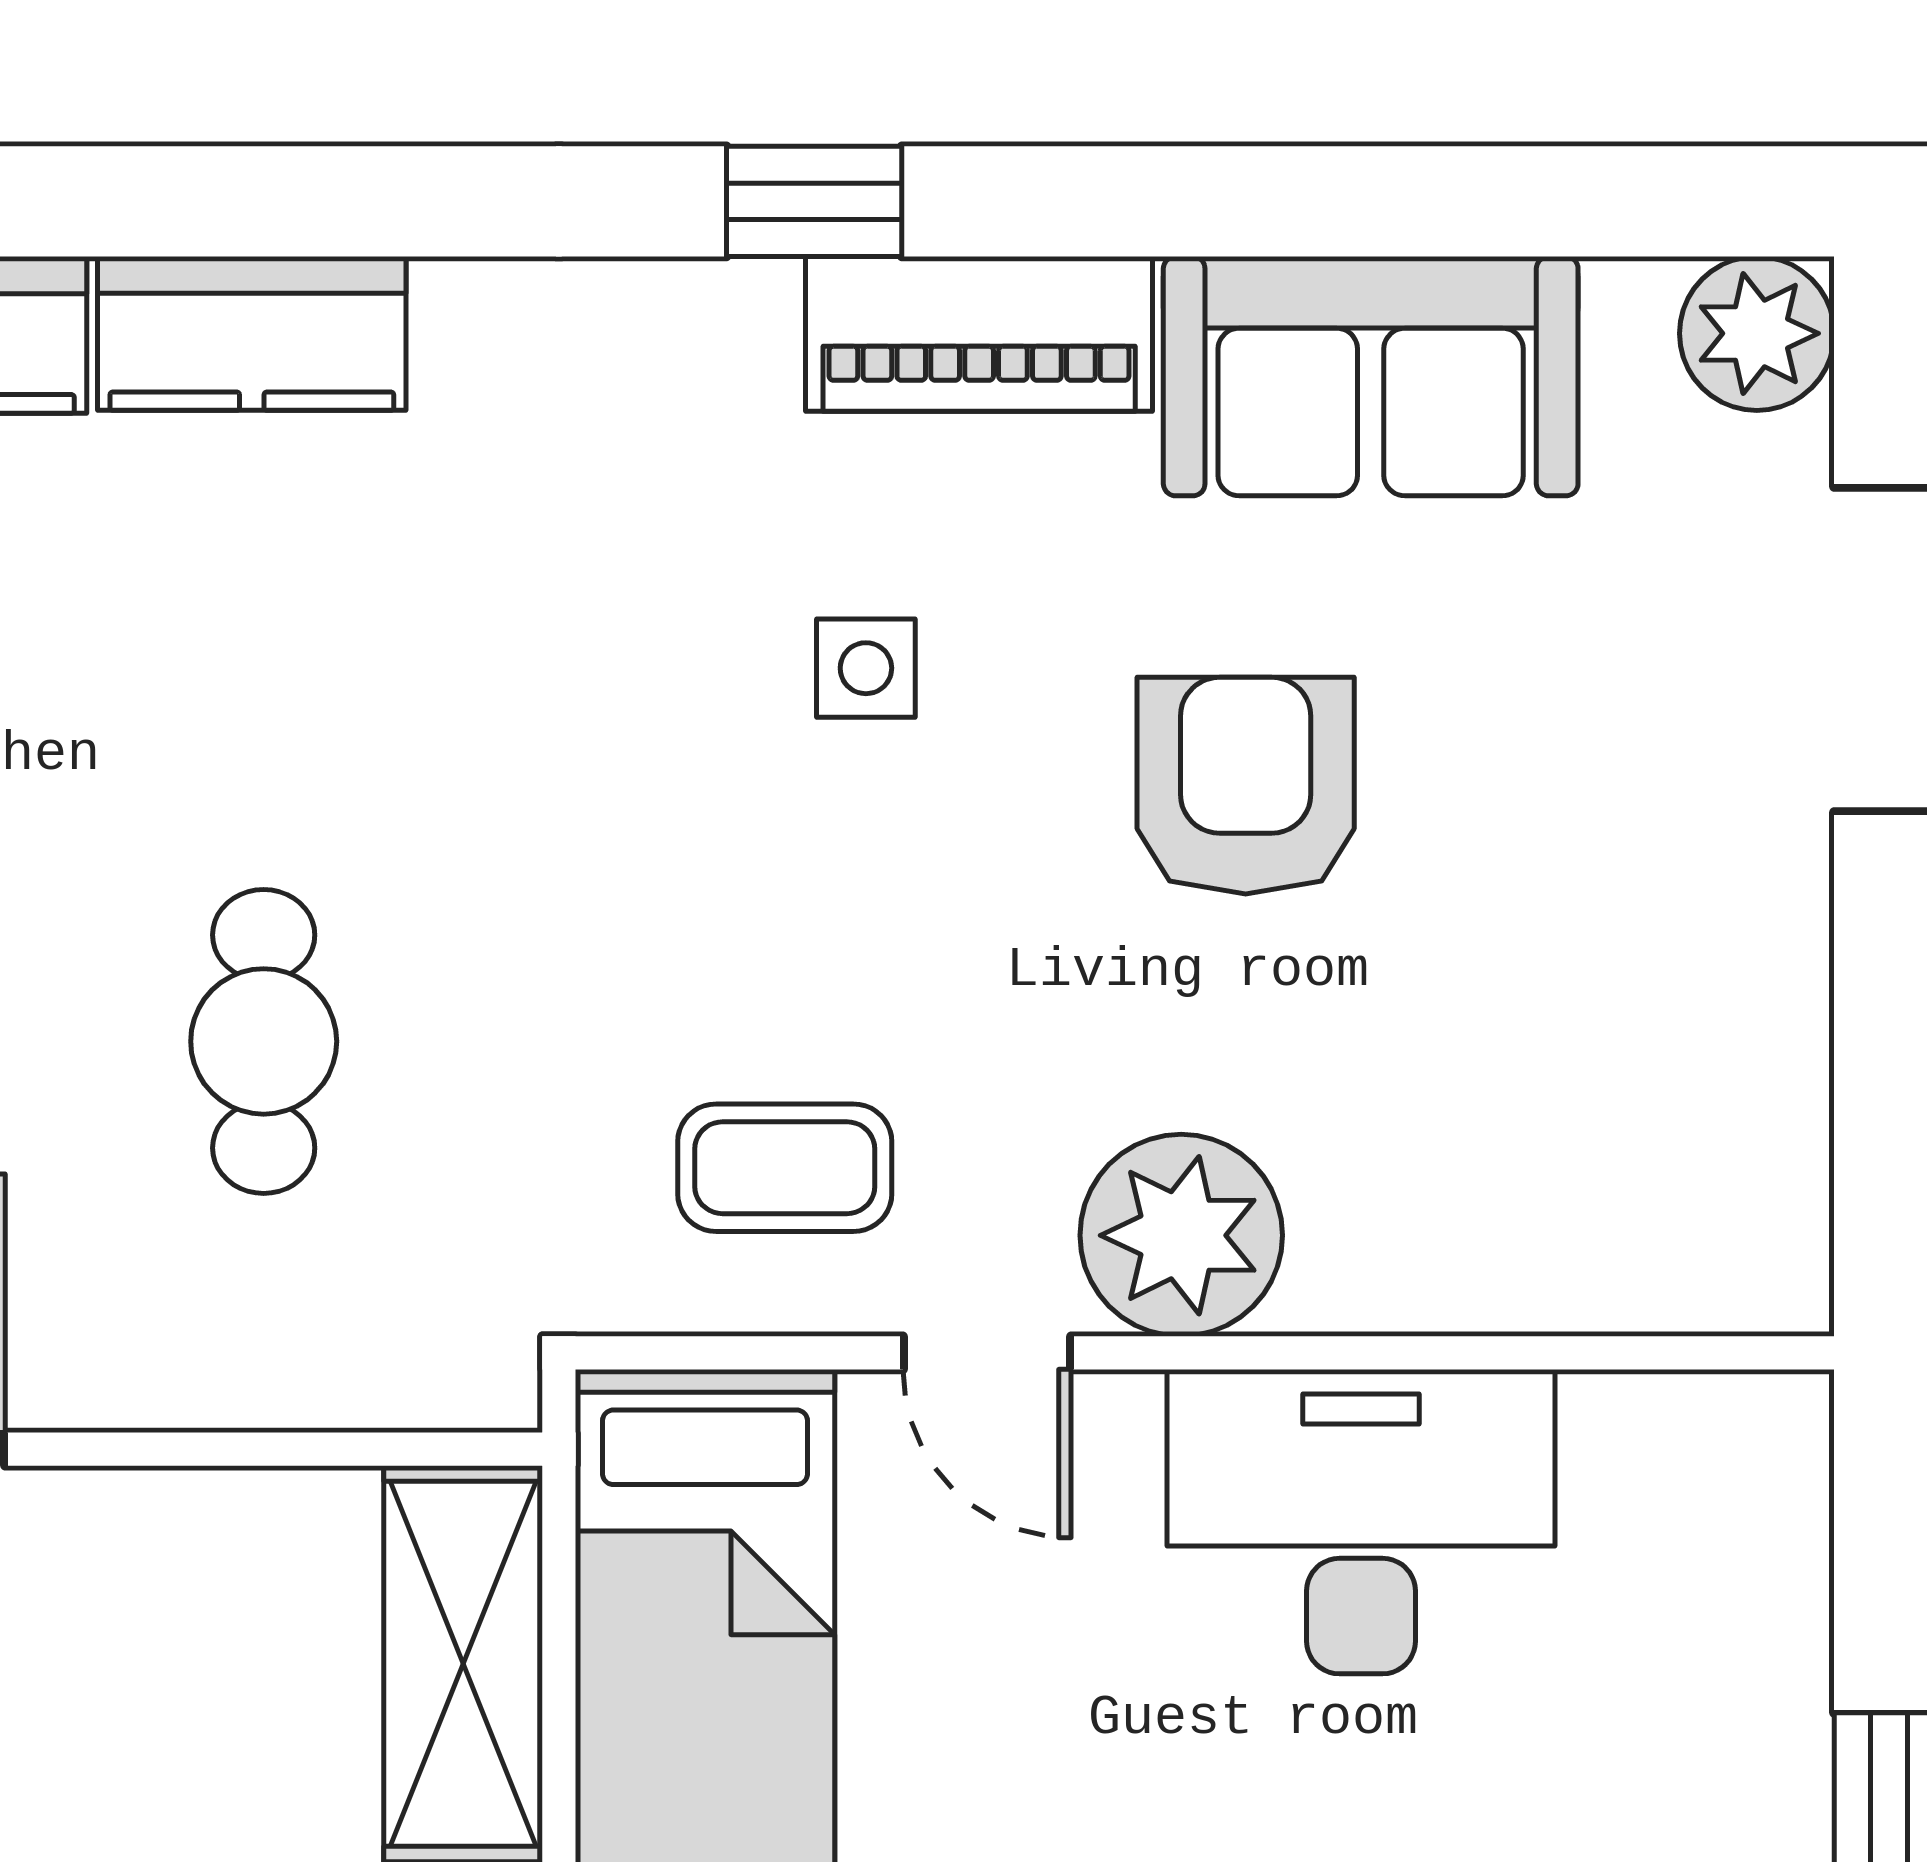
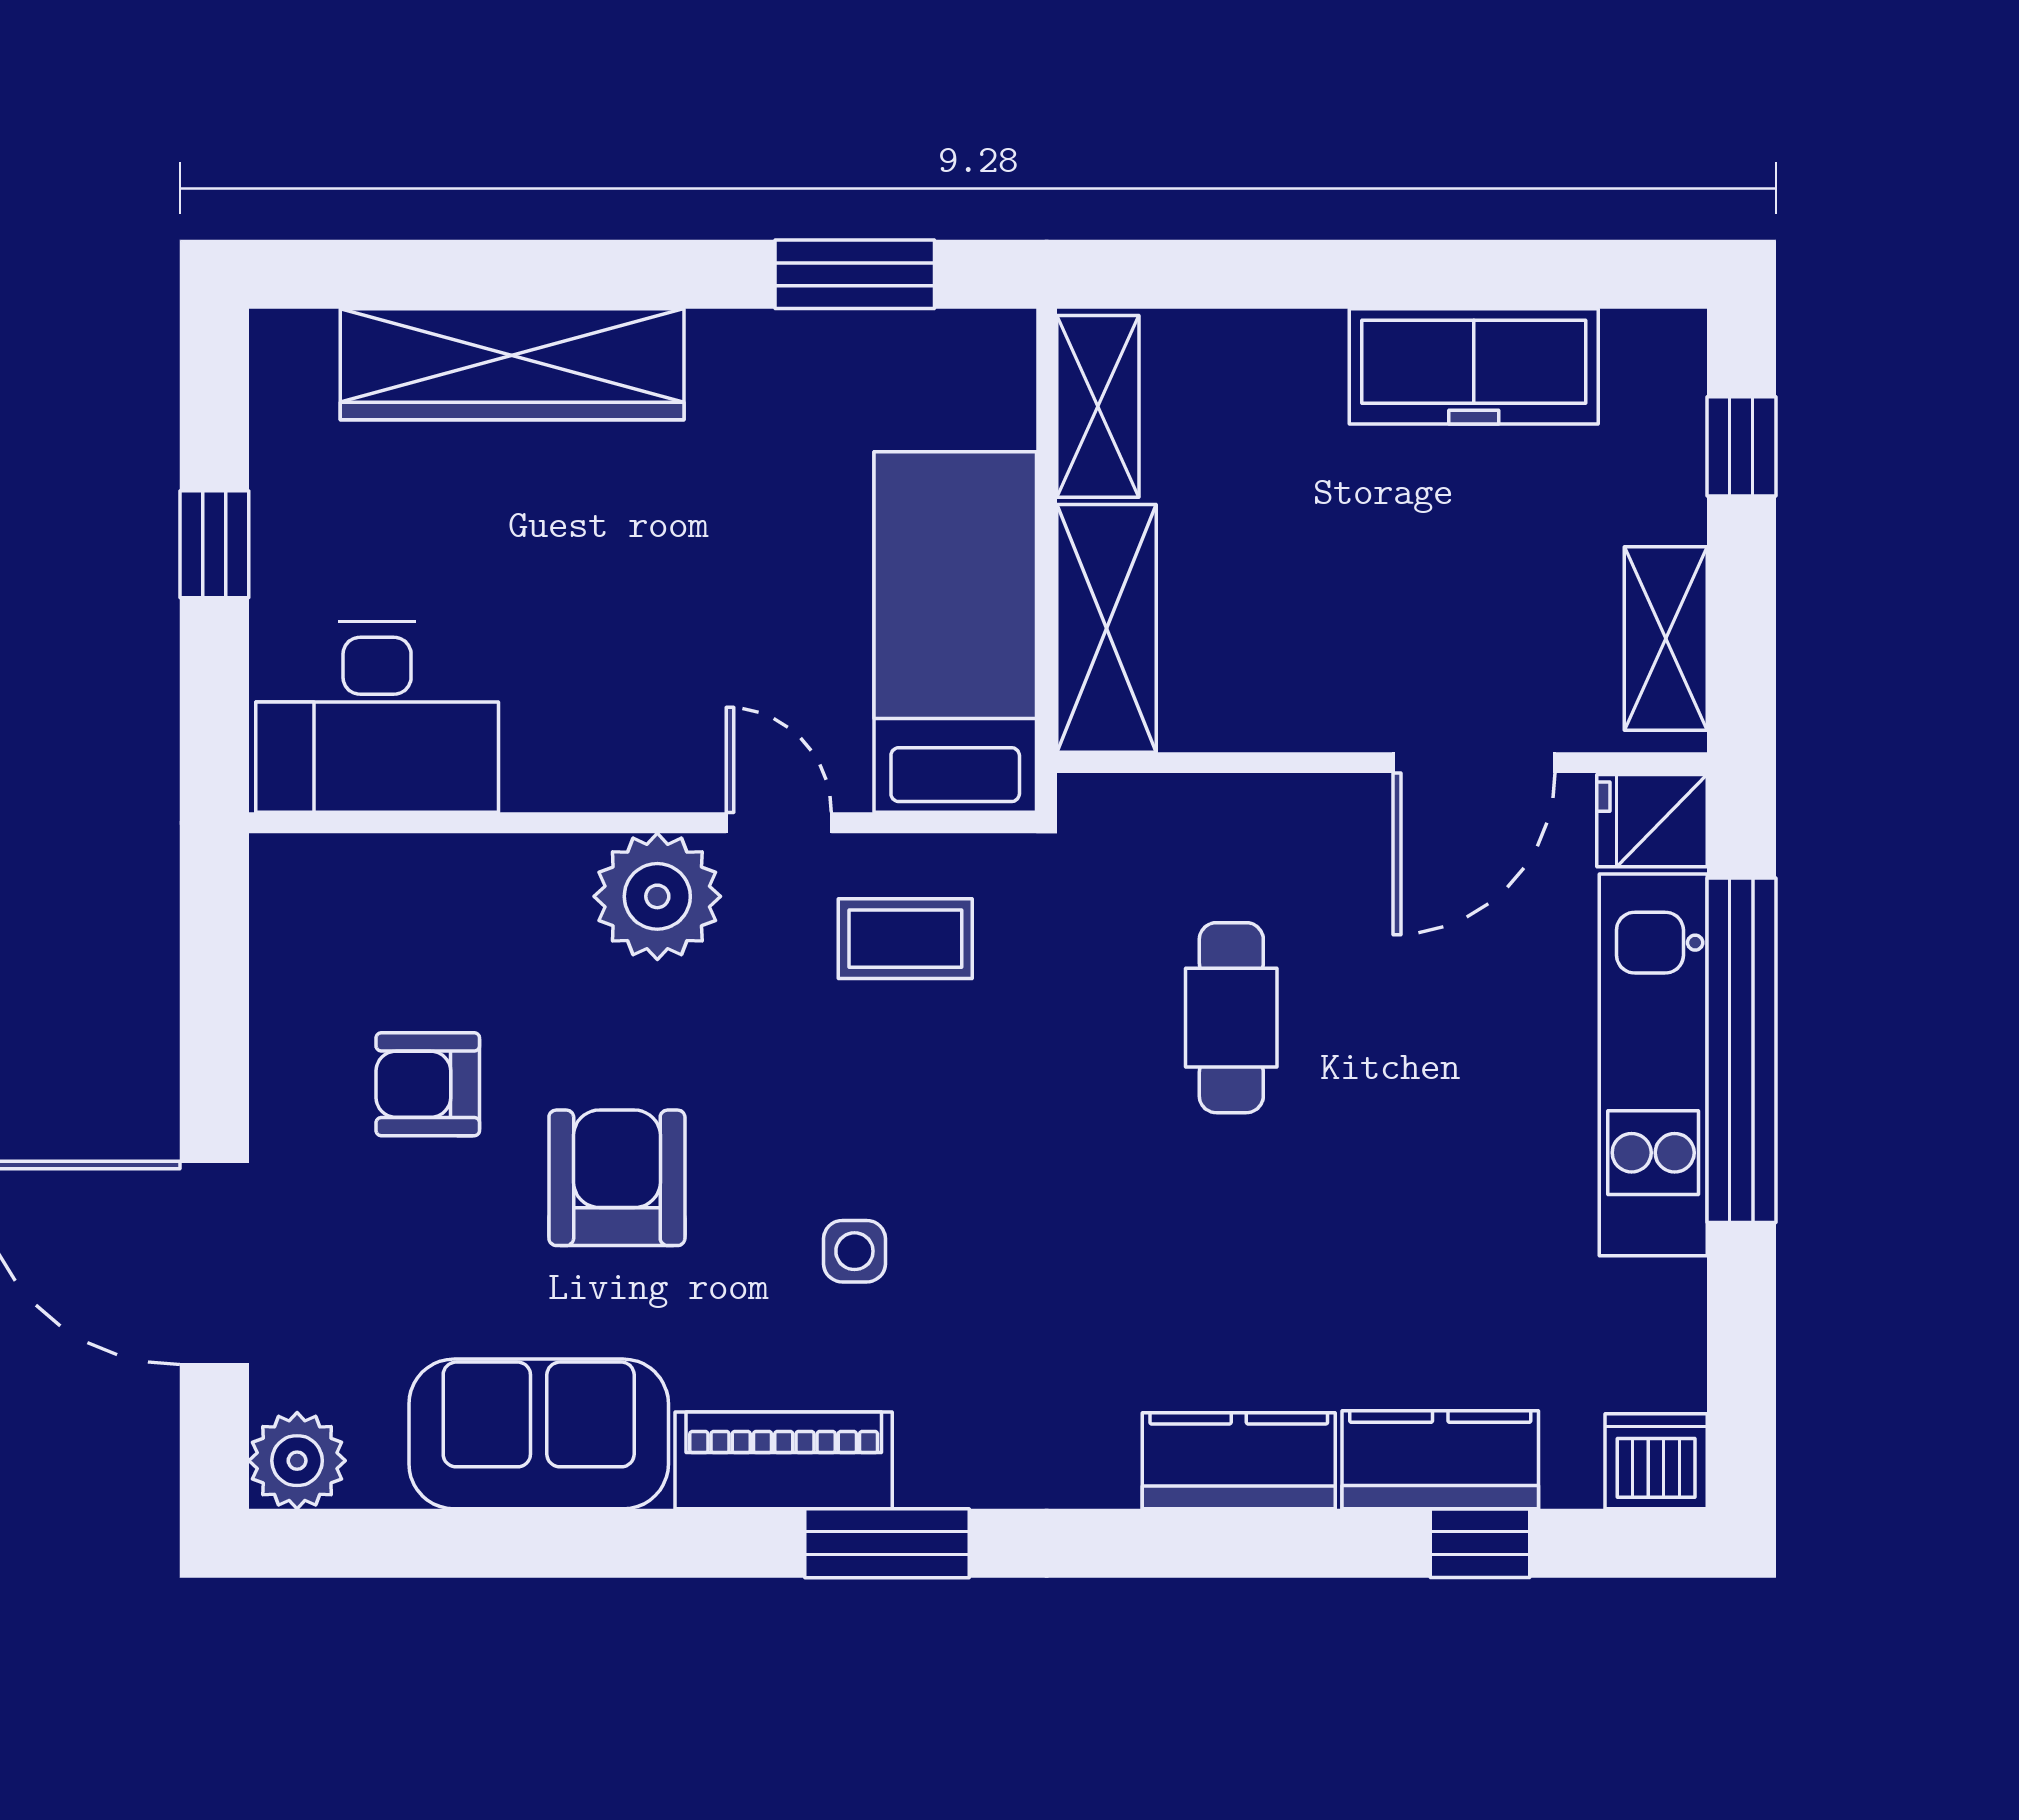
window: (814, 201) -> (887, 1543), width x1.50
armchair: (1246, 786) -> (617, 1178), turned 180
armchair: (1548, 935) -> (428, 1084), added
desk: (1361, 1522) -> (377, 717), moved

